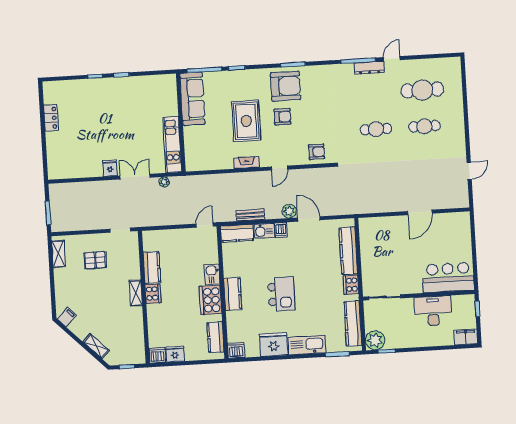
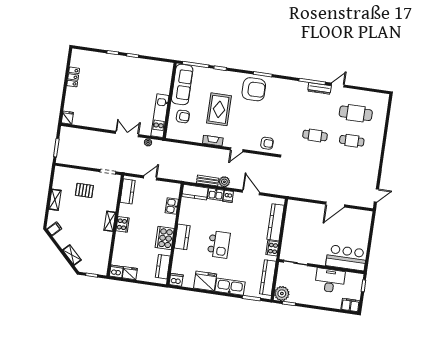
armchair: (283, 117) -> (183, 116), moved
fridge: (110, 168) -> (67, 118), moved
door: (469, 171) -> (376, 195), moved
plant: (289, 211) -> (224, 182), moved
door: (205, 225) -> (150, 178), moved
shelving: (58, 254) -> (55, 200), moved
kitchen counter: (152, 267) -> (128, 191), moved
kitchen sink: (212, 274) -> (172, 206), moved

